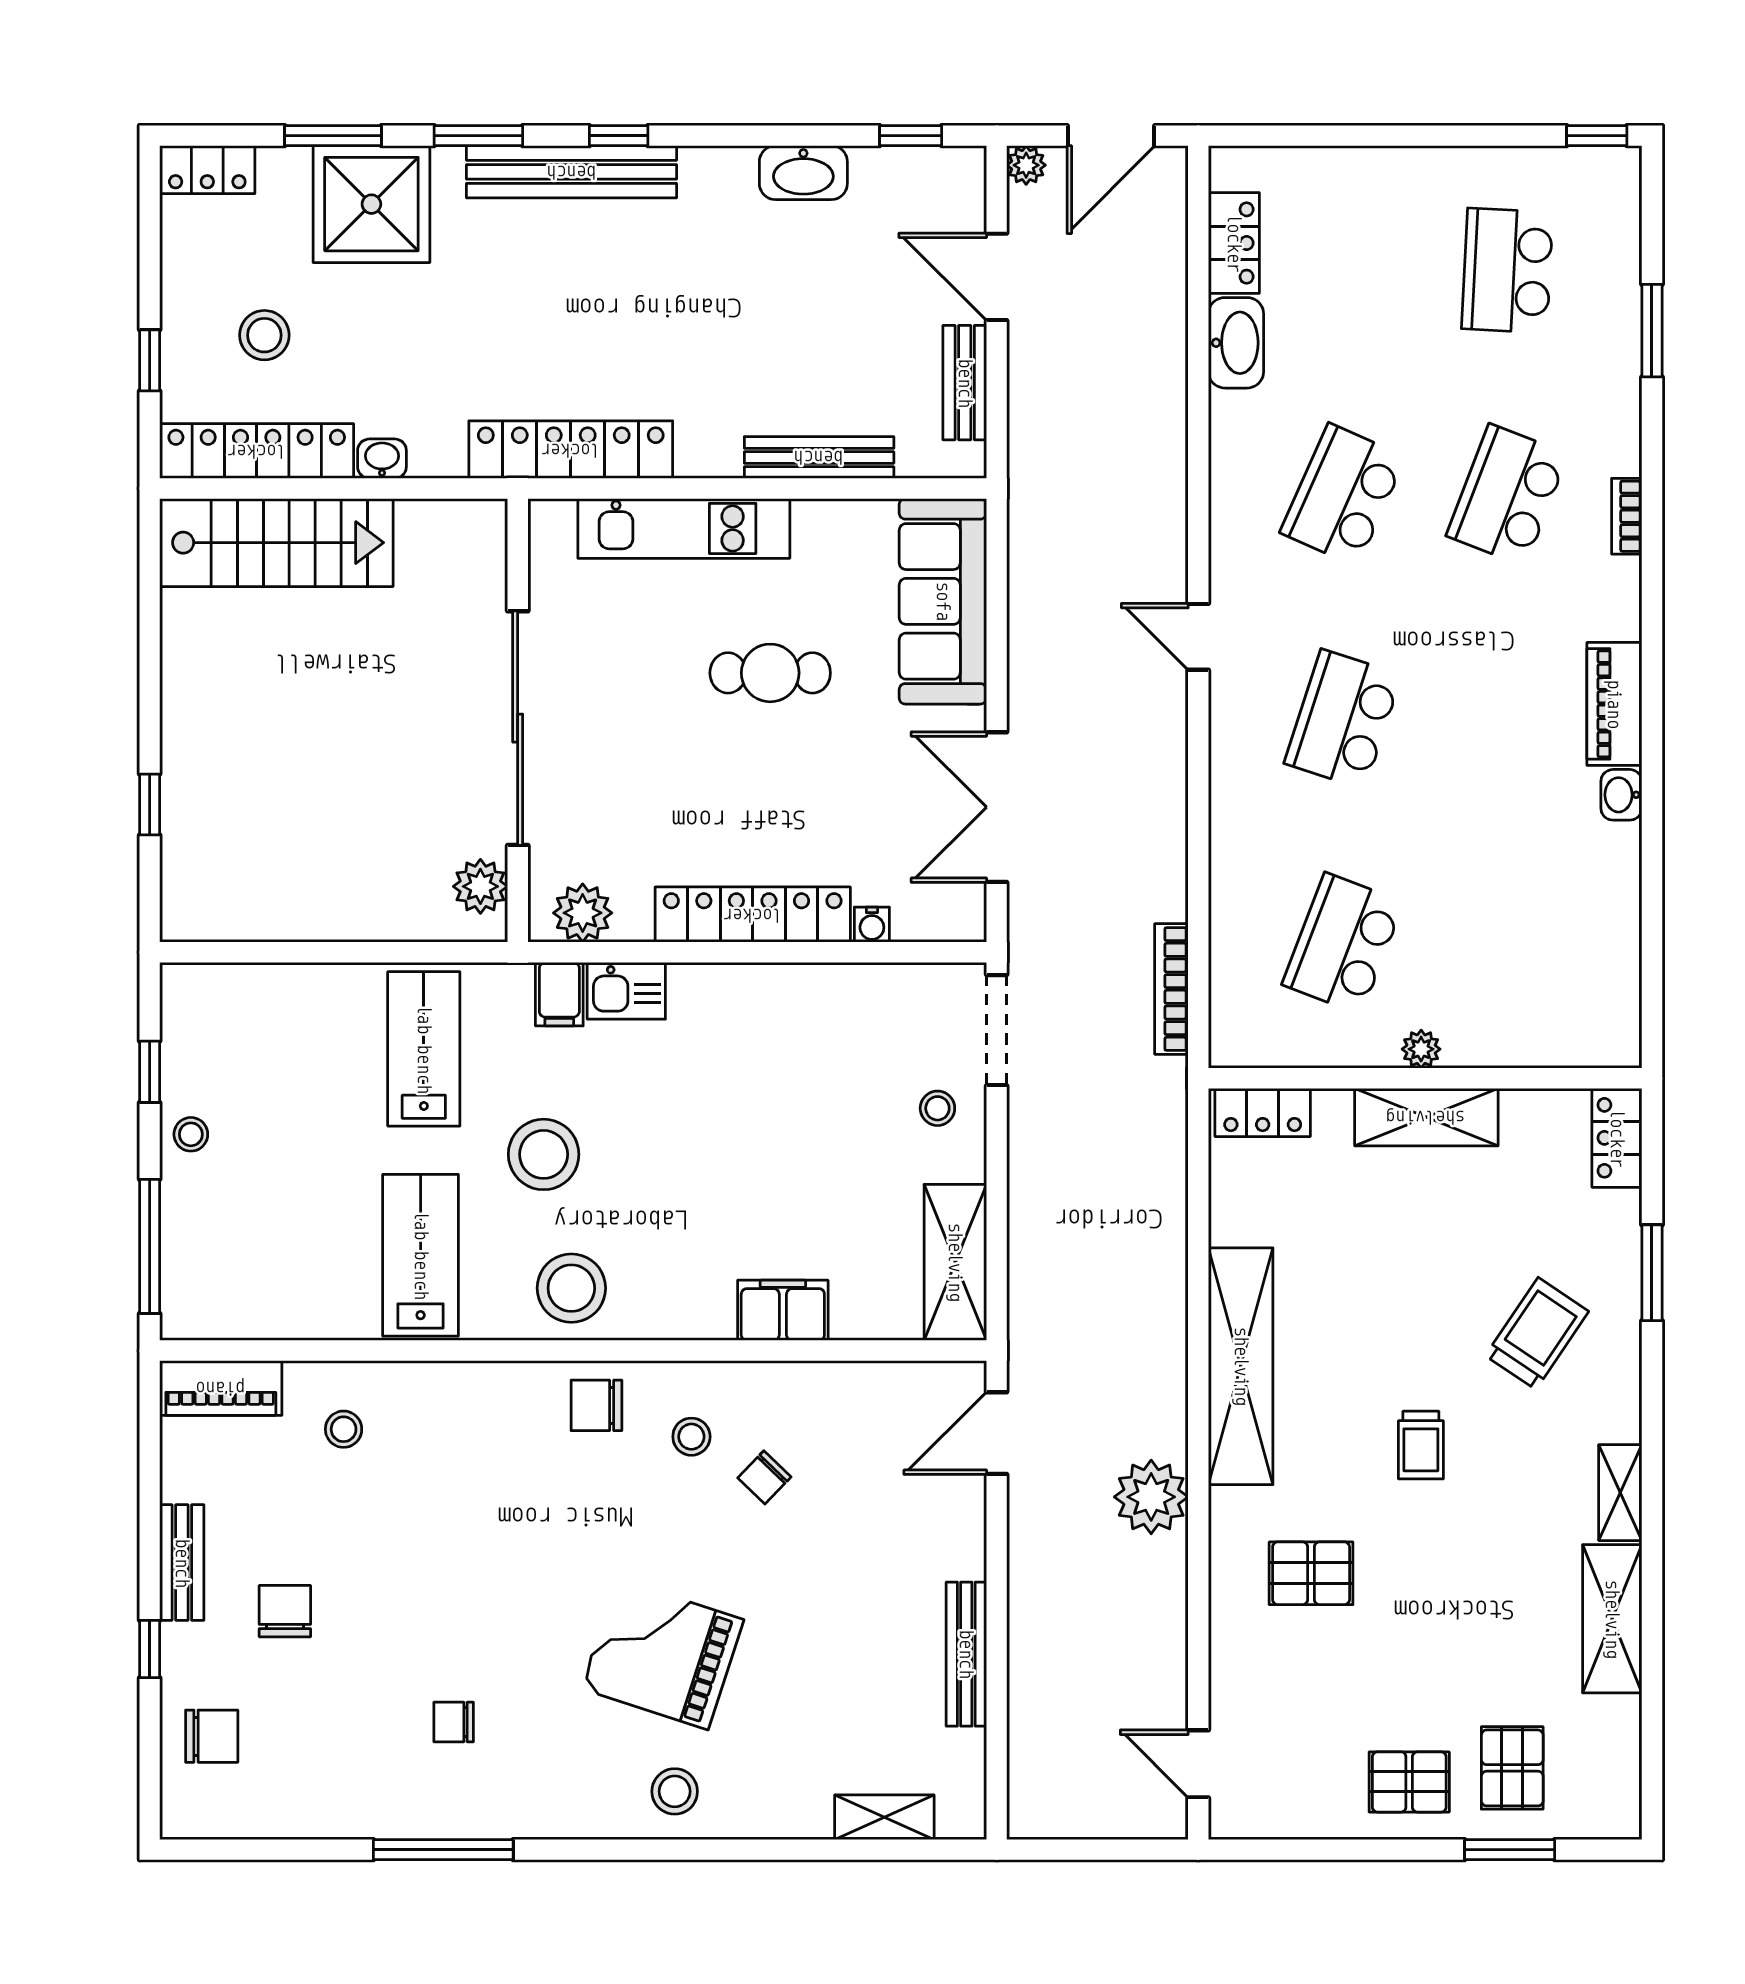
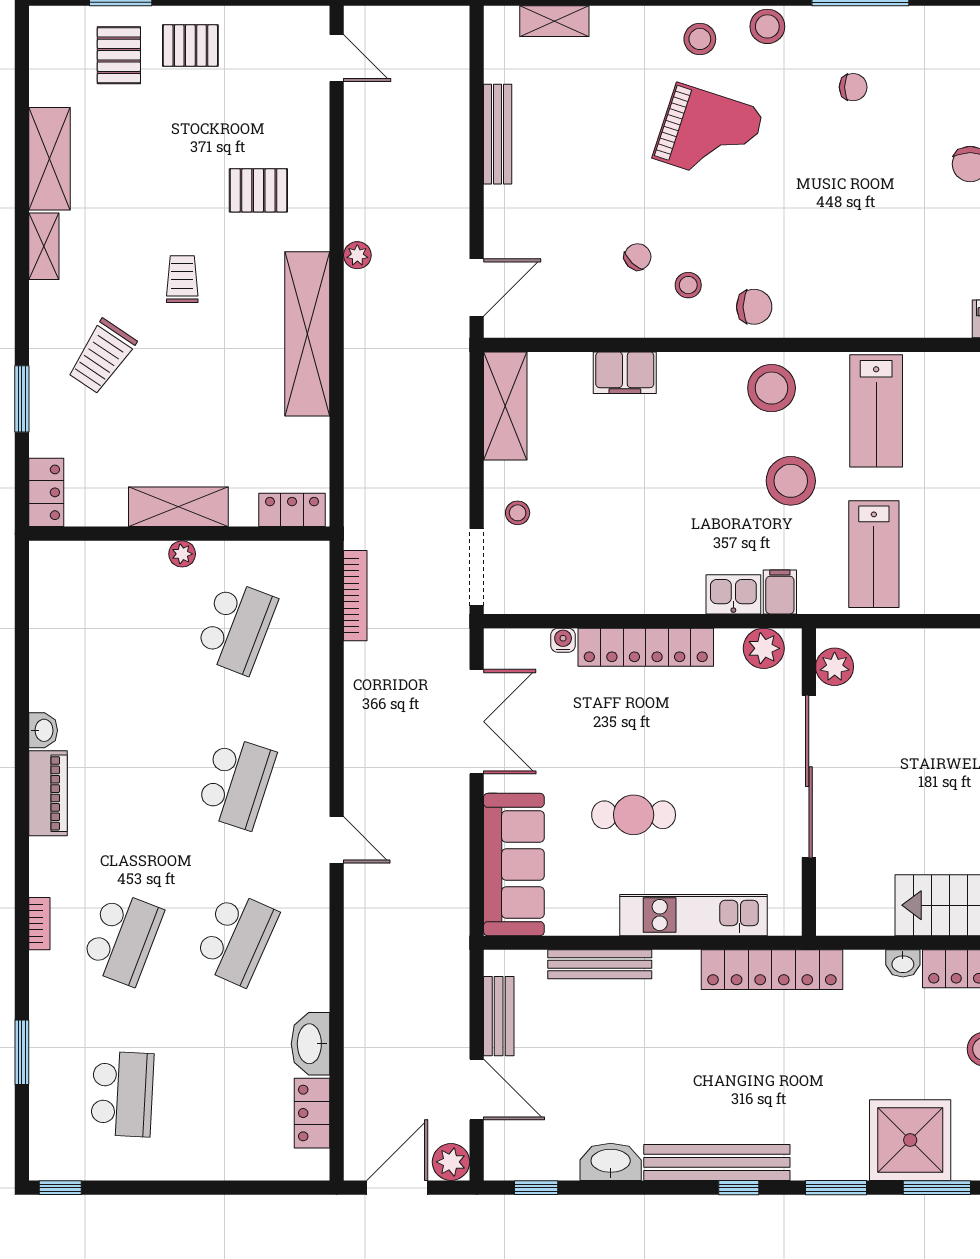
plant: (1026, 165) -> (451, 1162), width x1.38, depth x1.38
bench: (572, 172) -> (717, 1162), moved
stool: (344, 1429) -> (767, 26), moved, width x1.37, depth x1.37
plant: (1151, 1497) -> (357, 255), width x0.53, depth x0.53

